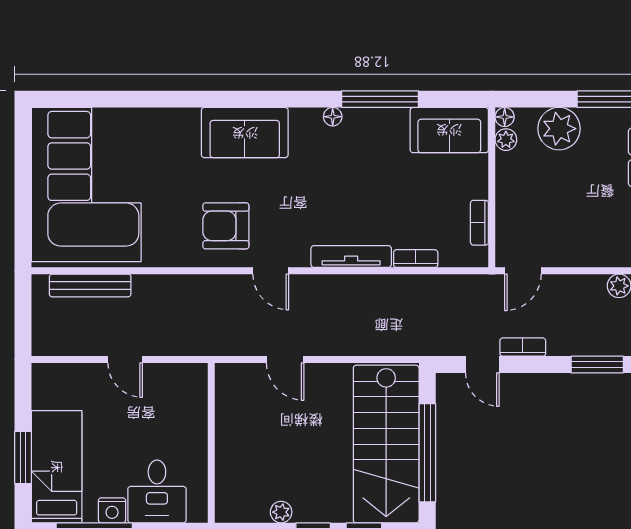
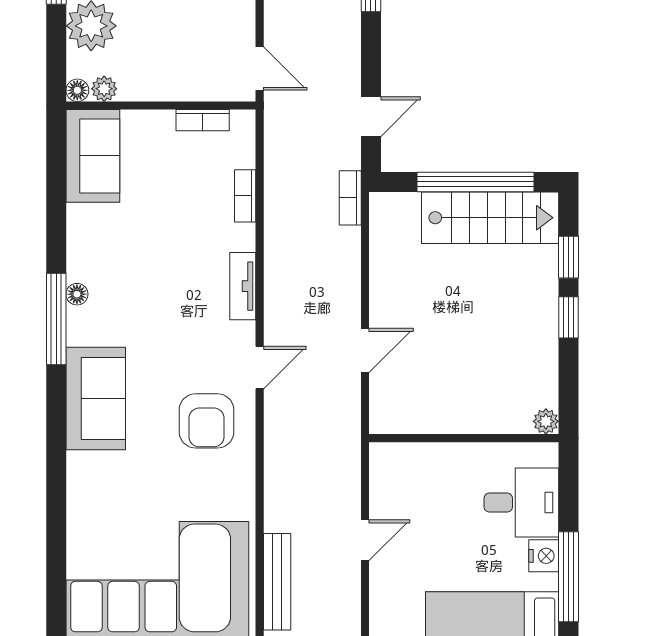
window: (380, 99) -> (56, 319), moved
tv unit: (351, 257) -> (243, 286), width x0.71
bookcase: (523, 347) -> (350, 198), moved
stairs: (386, 444) -> (490, 218), width x0.73, depth x0.66
plant: (281, 512) -> (546, 421), moved

